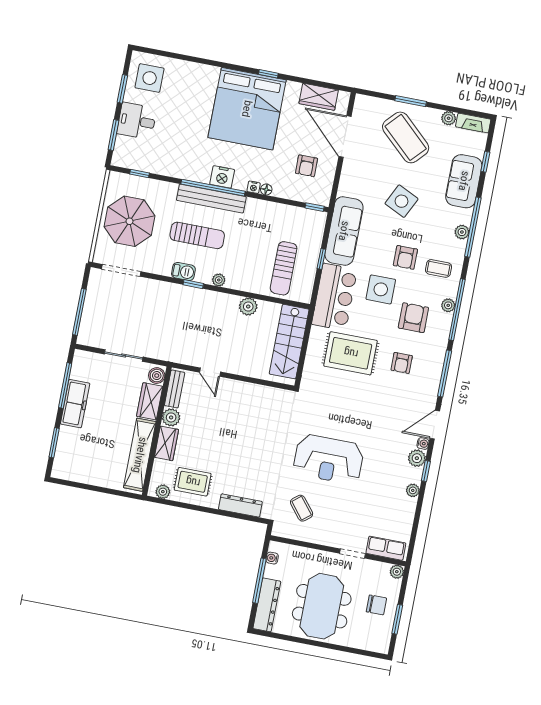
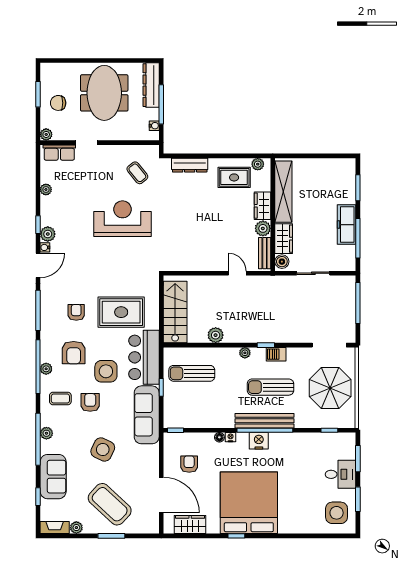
sun lounger: (284, 268) -> (192, 373), turned -90
plant: (413, 490) -> (46, 189), moved

